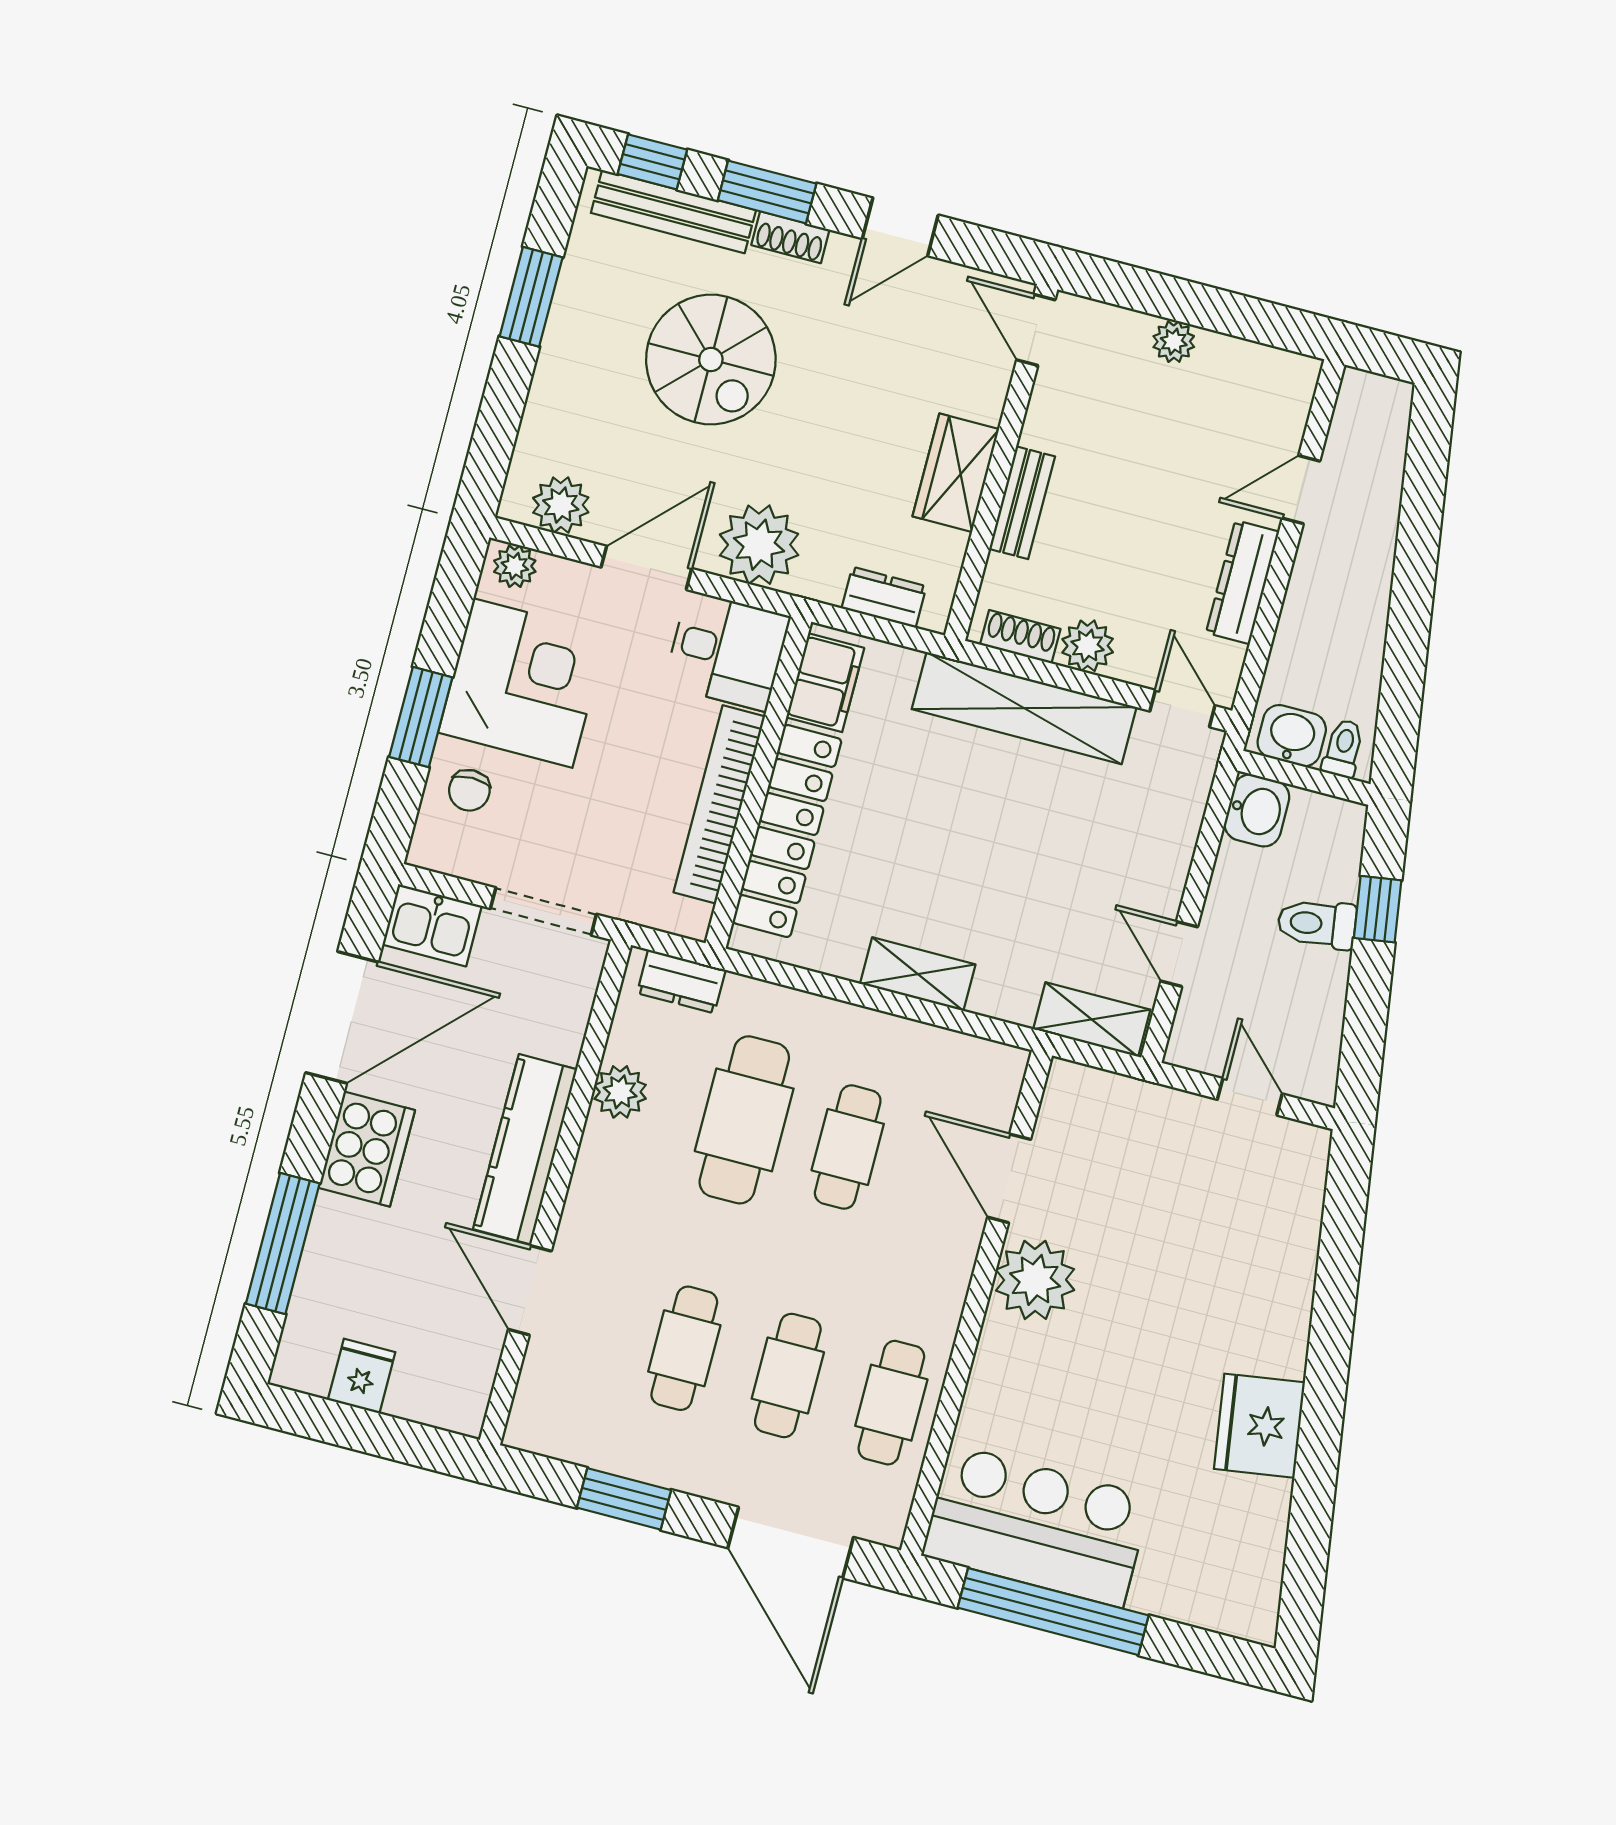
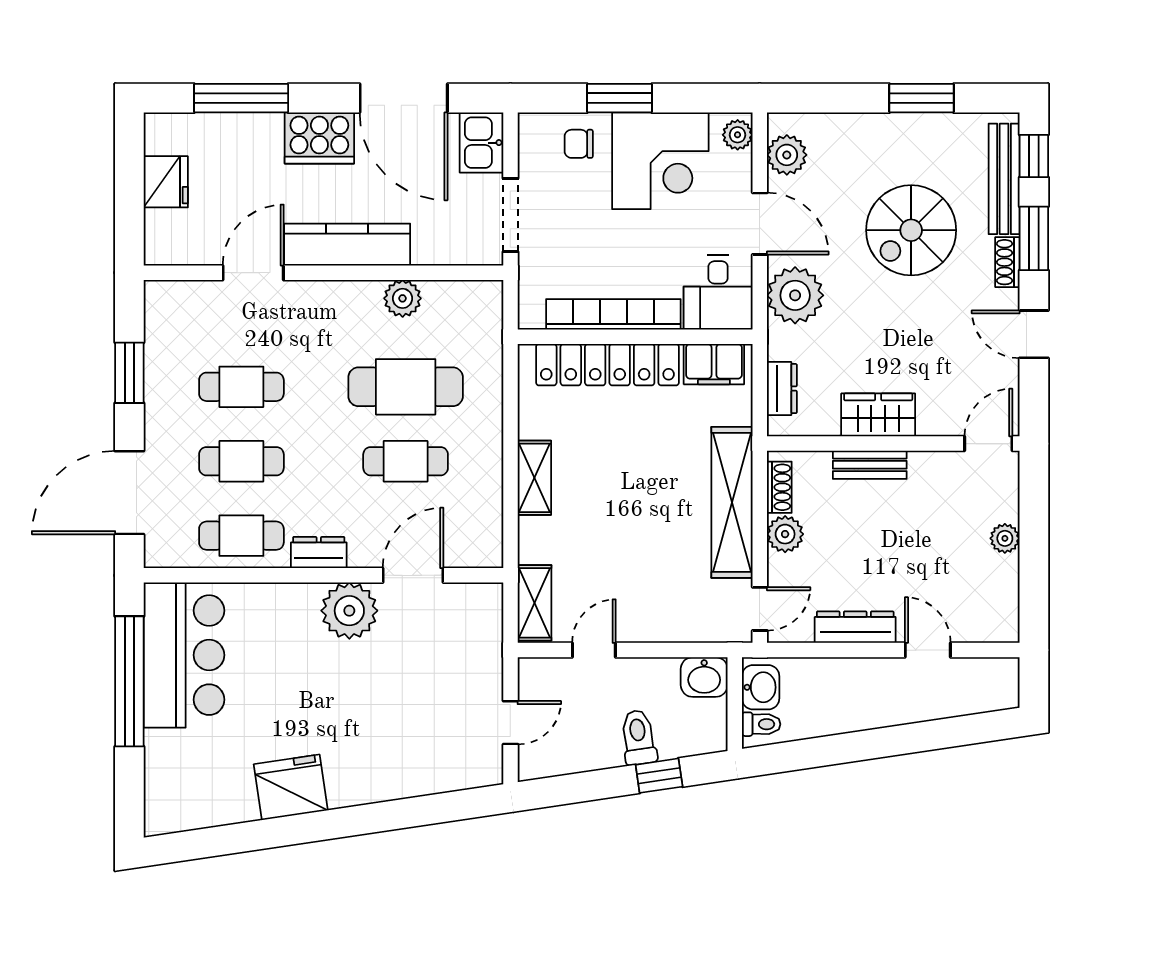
dresser: (681, 981) -> (319, 553), moved, turned 90
fridge: (362, 1376) -> (166, 182), width x1.38

